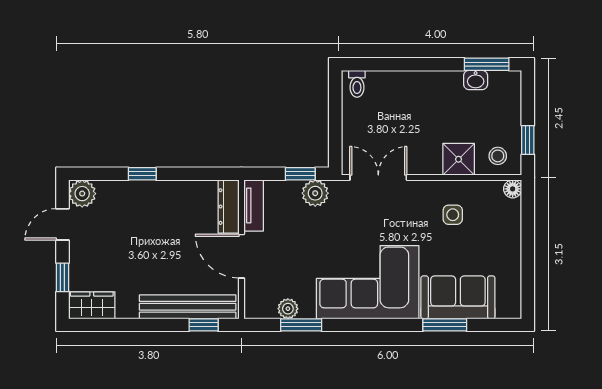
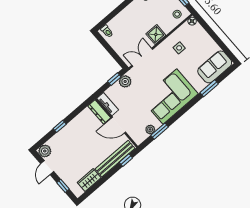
shower: (459, 159) -> (156, 35), moved
sofa: (458, 297) -> (215, 67), moved
wardrobe: (92, 305) -> (89, 180), moved

